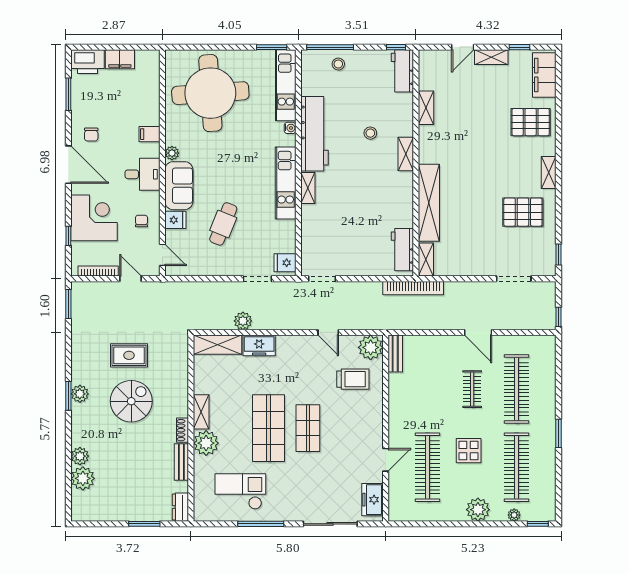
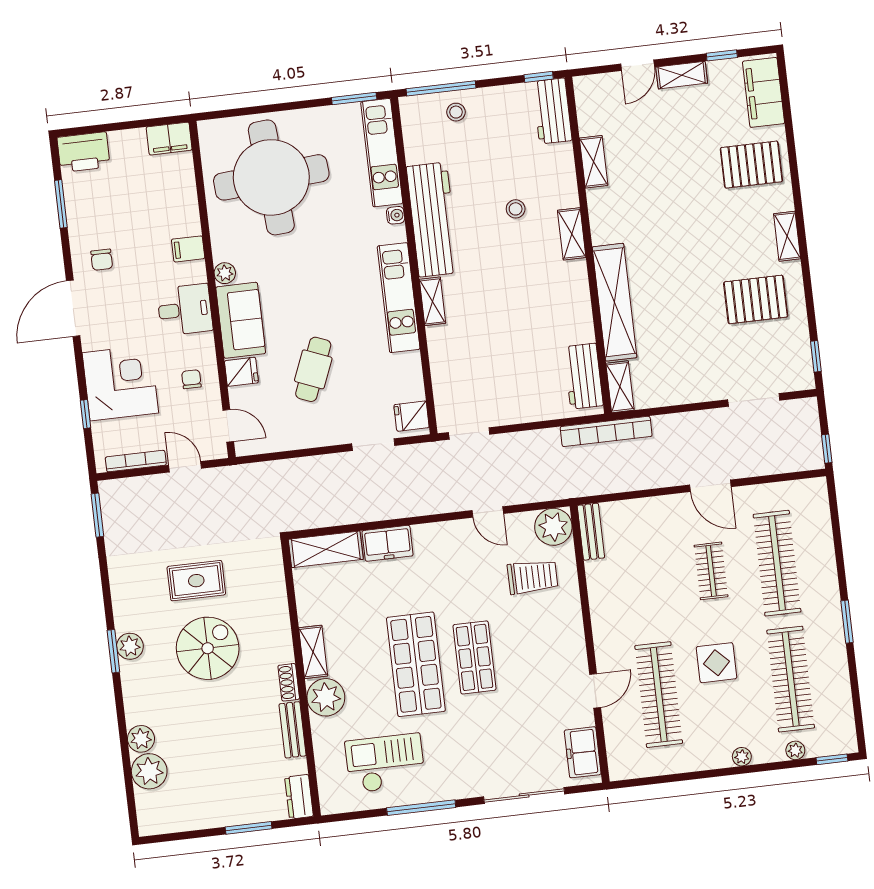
filing cabinet: (120, 59) -> (169, 139), moved
door: (68, 165) -> (73, 308), swing flipped
plant: (243, 321) -> (359, 510), removed
plant: (478, 510) -> (742, 757), width x0.53, depth x0.53

